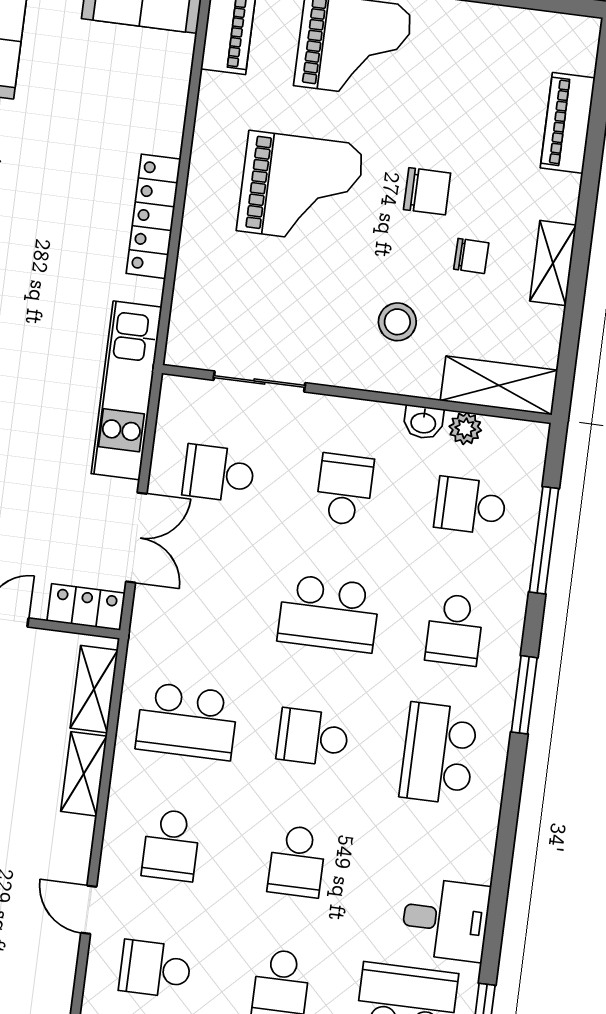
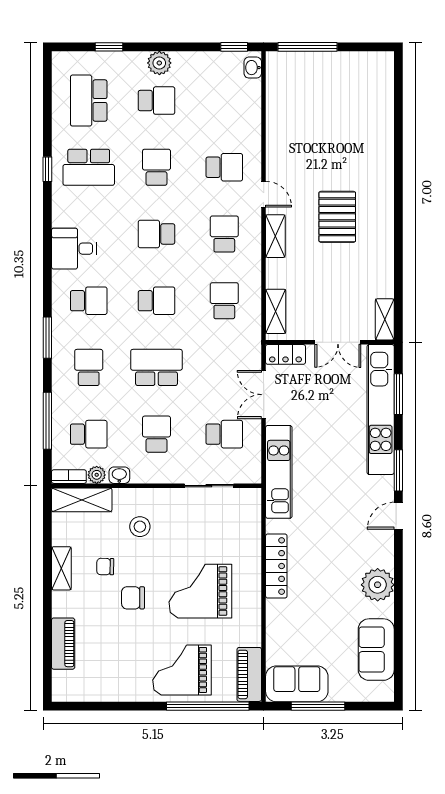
bookcase: (517, 432) -> (69, 477), added
school desk: (345, 490) -> (156, 434), turned 180
school desk: (187, 721) -> (224, 301), width x0.54
school desk: (439, 753) -> (89, 301), width x0.54
shelving: (84, 774) -> (275, 236), moved
school desk: (297, 861) -> (156, 234), turned -90
desk: (445, 920) -> (74, 249), moved

